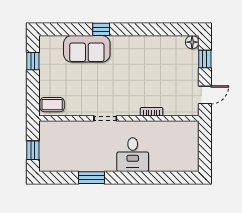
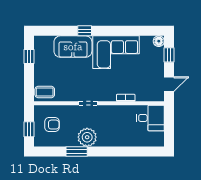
corner sofa: (140, 56) -> (116, 52), added
armchair: (61, 145) -> (52, 125), added
desk: (133, 155) -> (150, 118), moved, turned -90
plant: (104, 160) -> (87, 137), added

